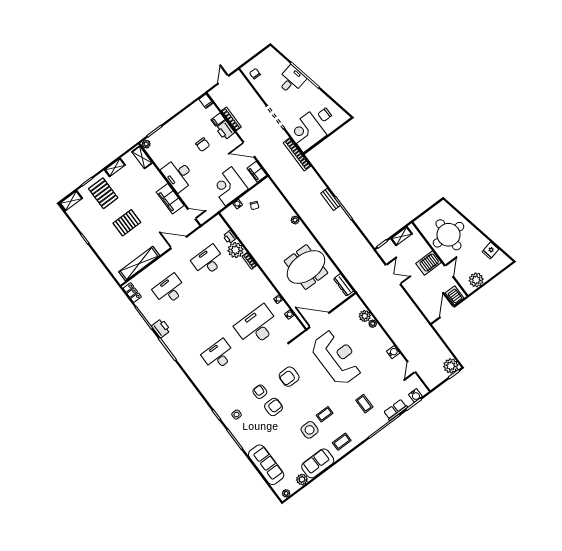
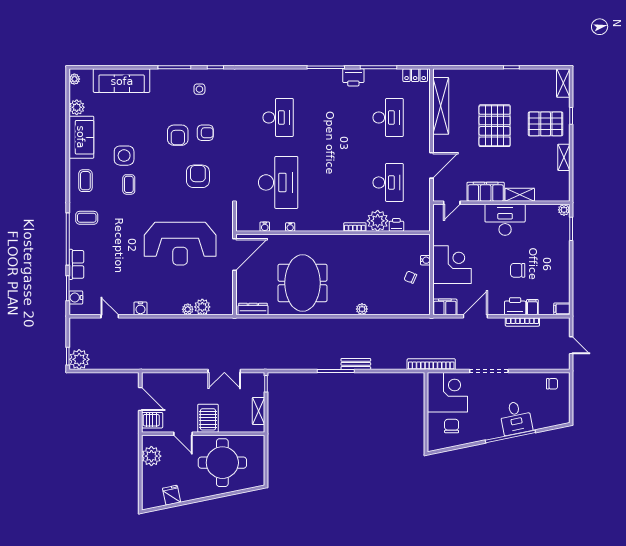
shelving: (142, 157) -> (520, 195), moved
pallet: (127, 223) -> (495, 126), width x1.37, depth x1.41
coffee table: (364, 404) -> (87, 218), moved

